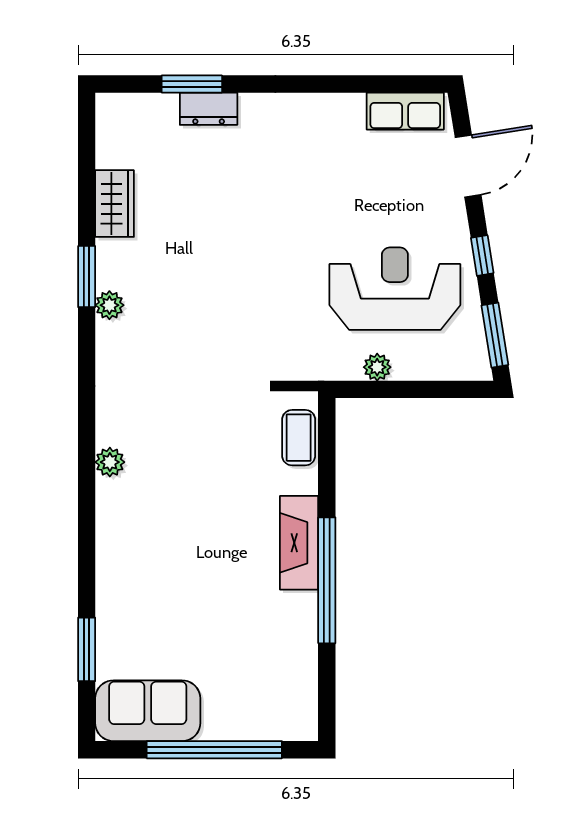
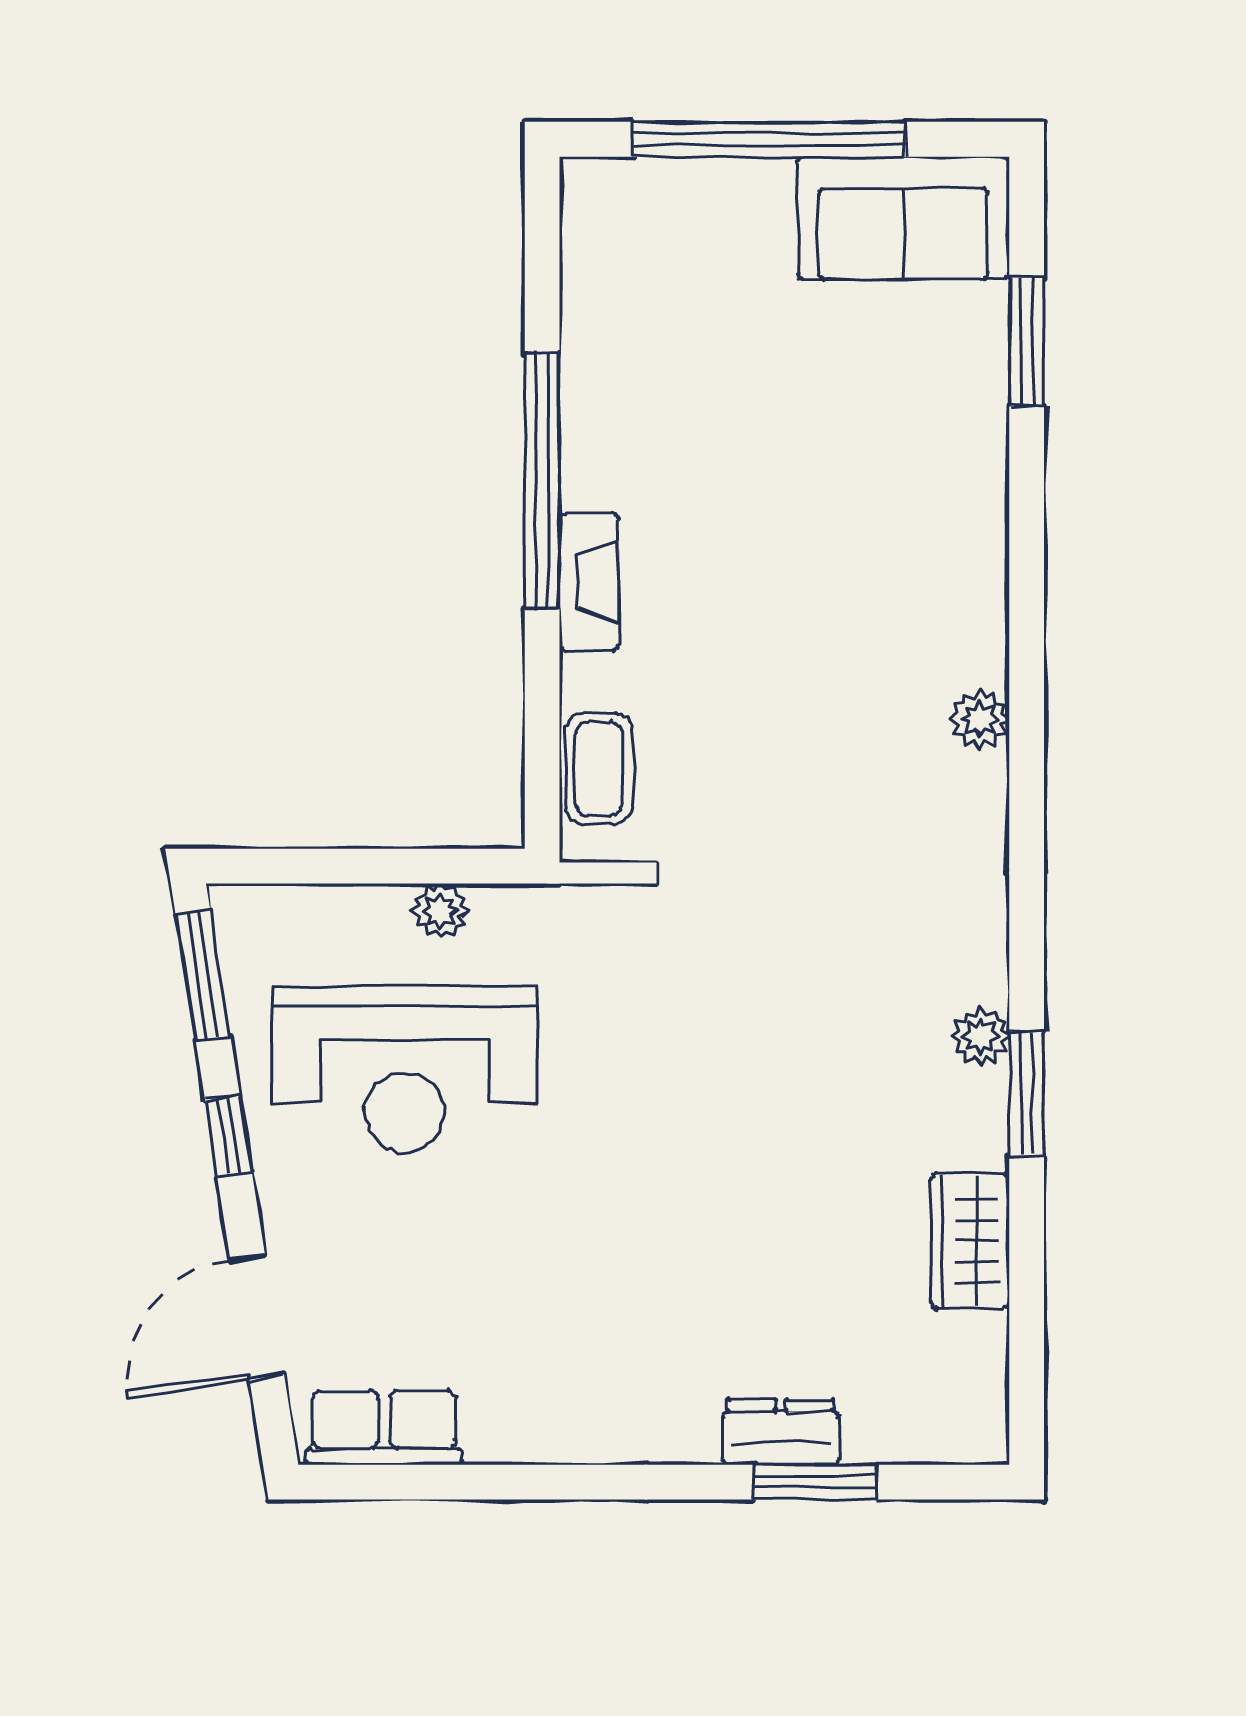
fireplace: (299, 543) -> (589, 582), width x0.73, depth x0.76

